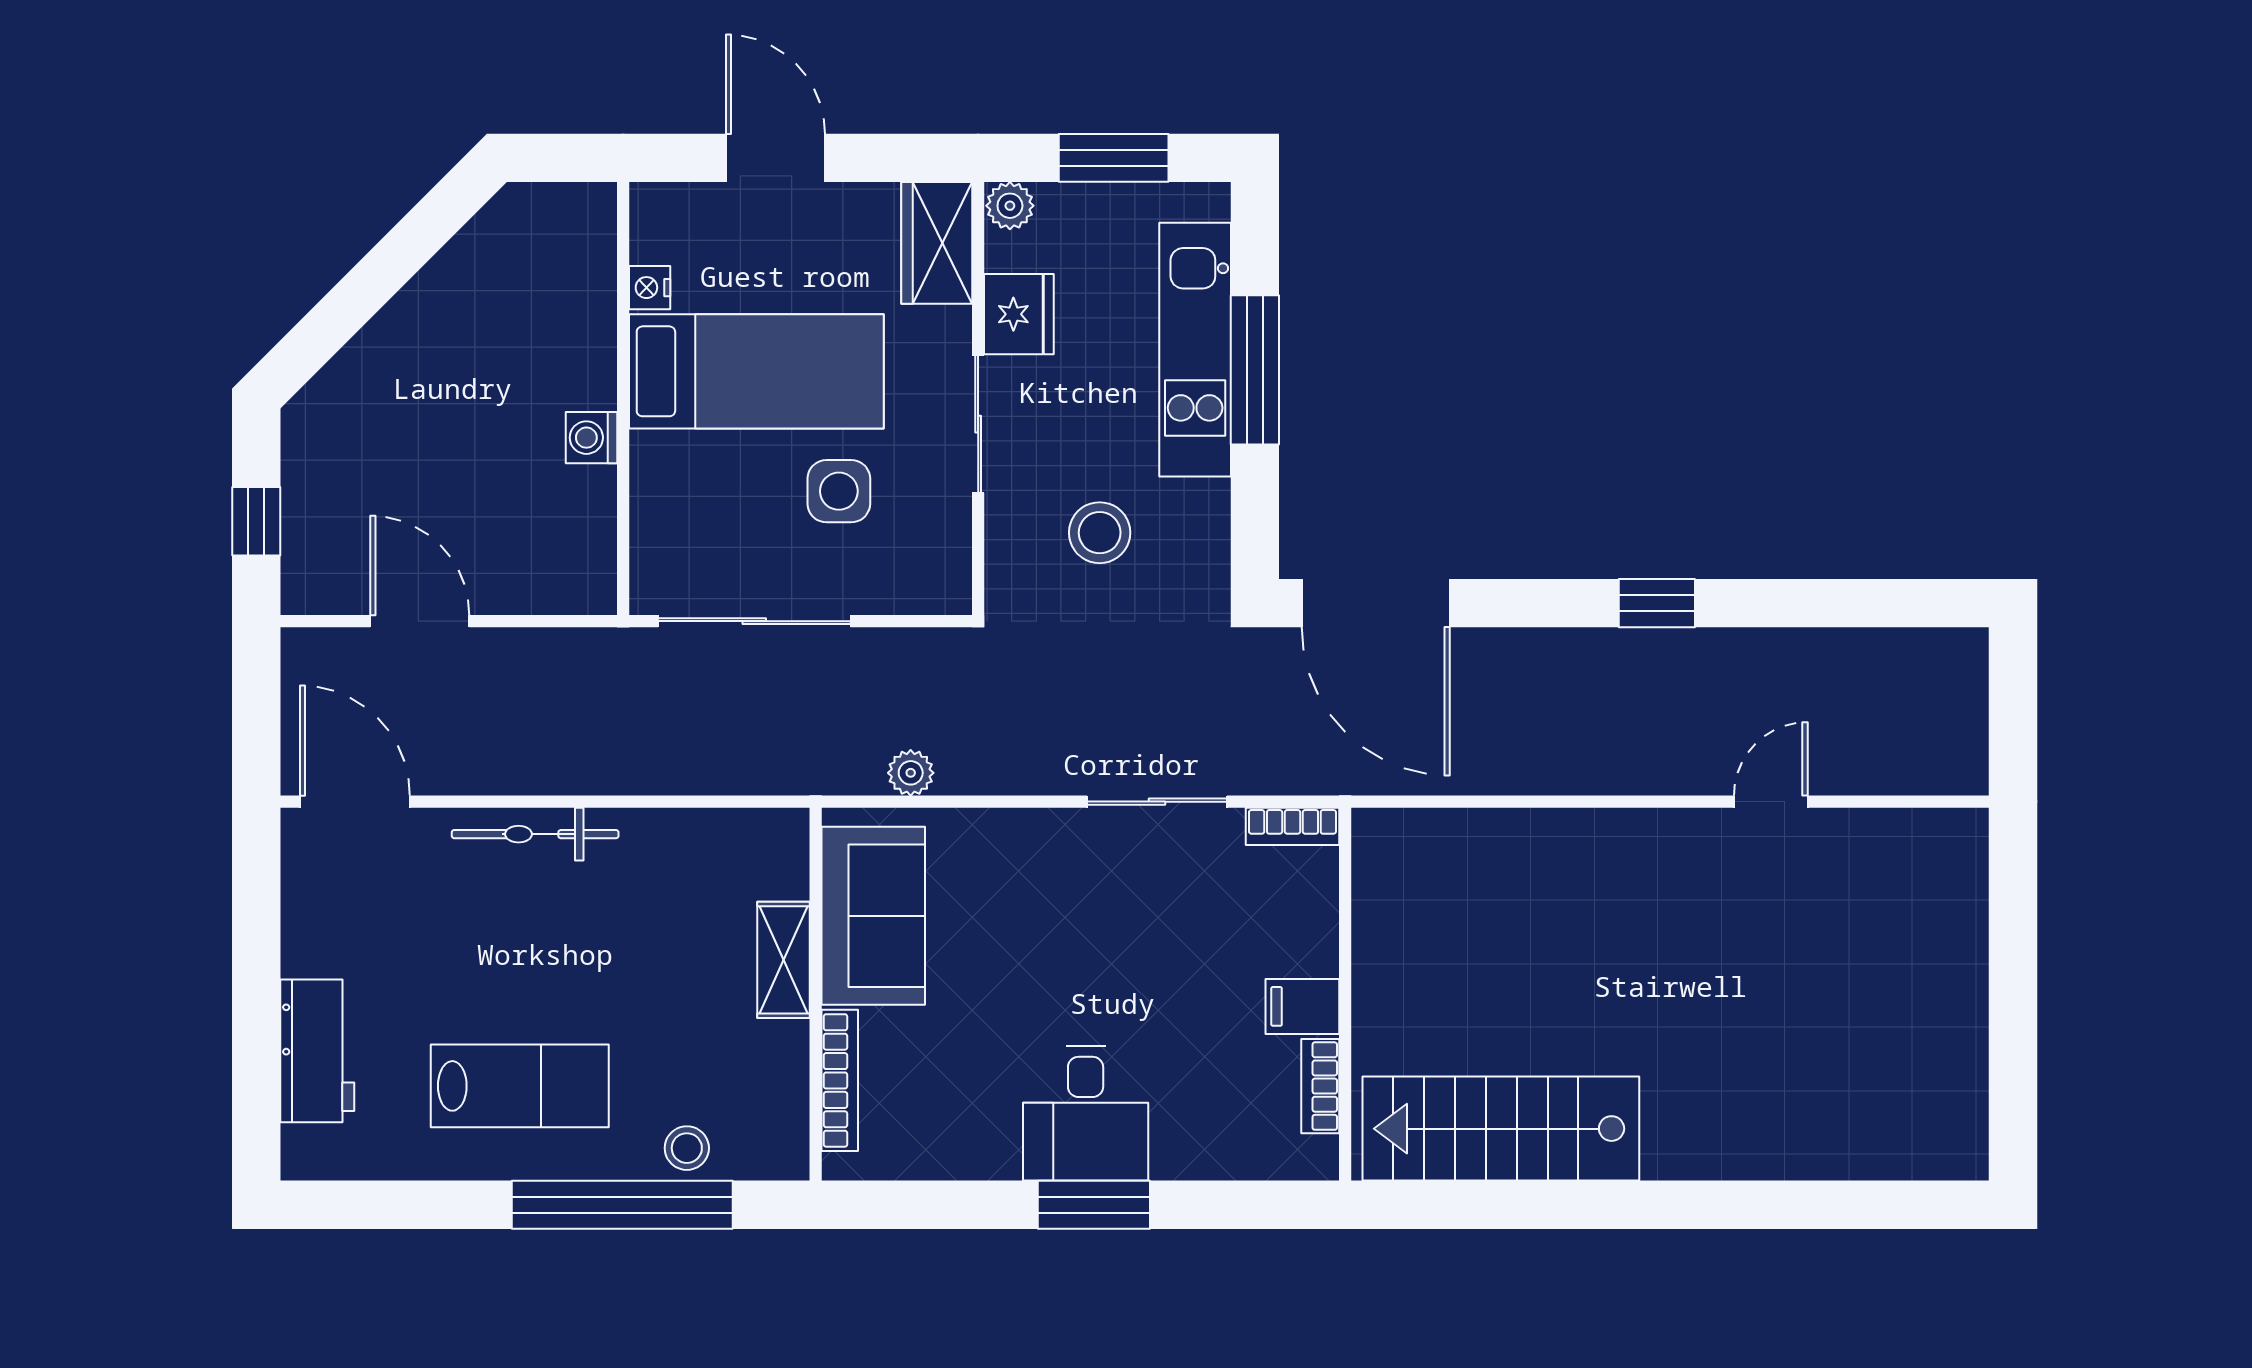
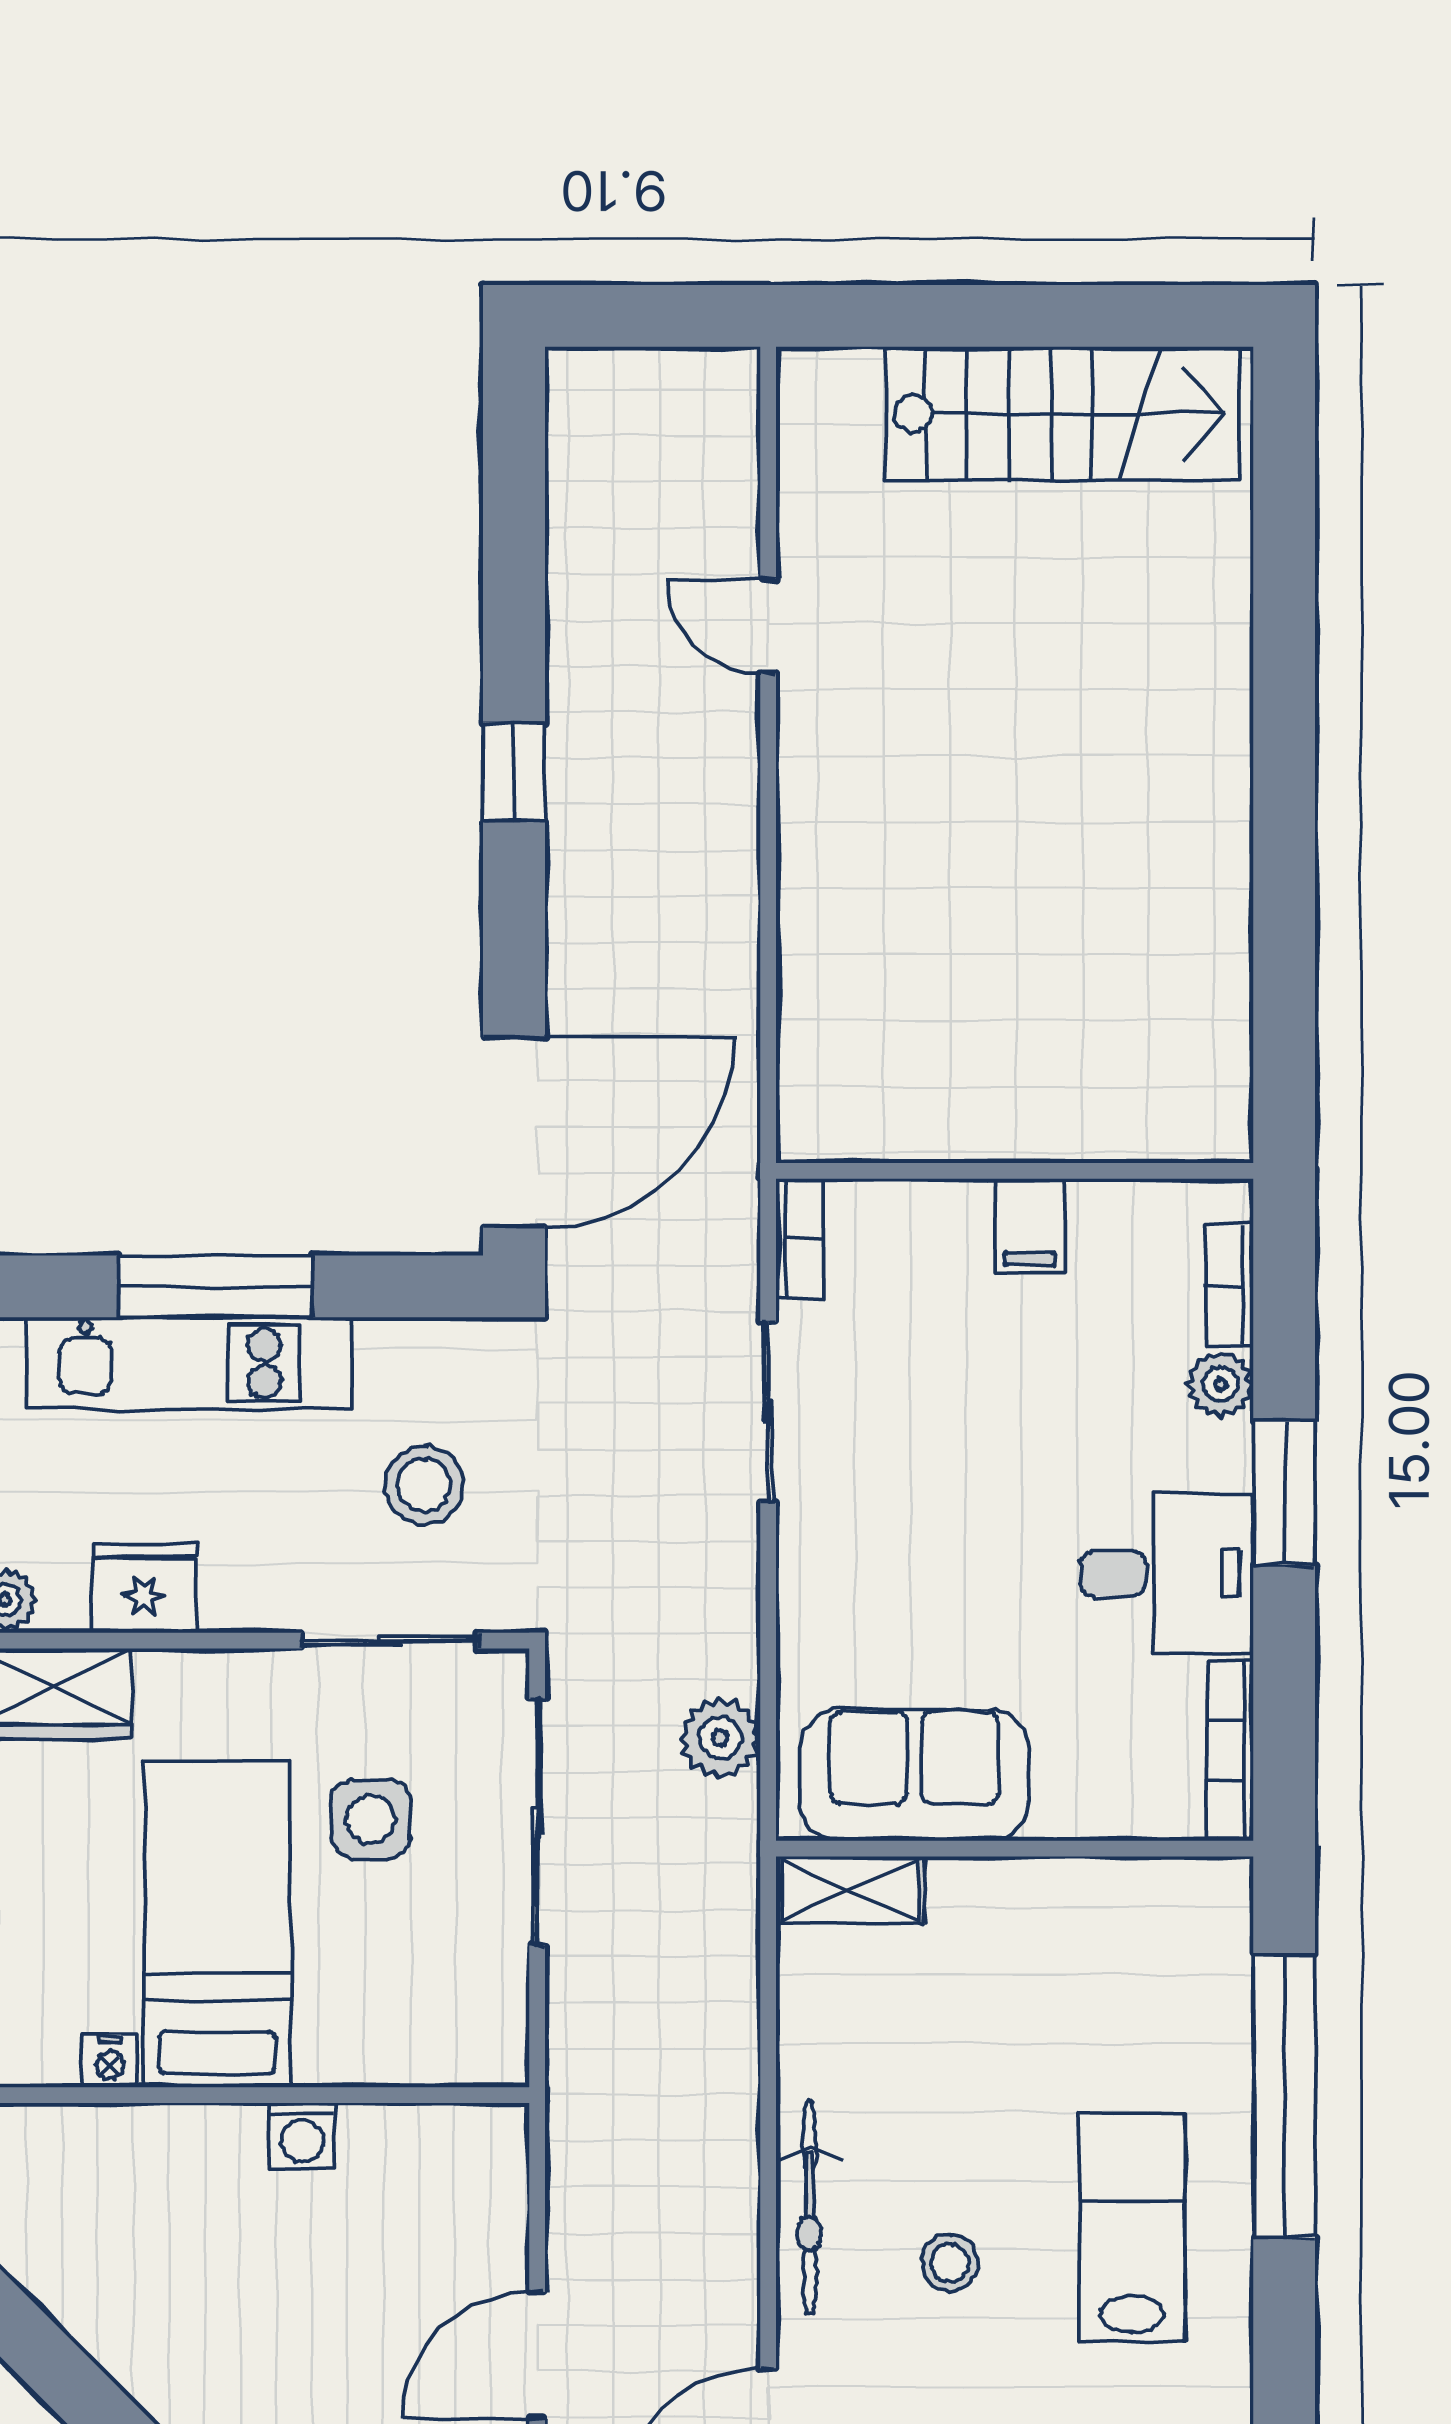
sliding door: (978, 424) -> (390, 1641), moved
sliding door: (754, 621) -> (537, 1822), moved
plant: (911, 773) -> (720, 1738), width x1.38, depth x1.38
shelving: (783, 960) -> (850, 1890), moved
bookcase: (840, 1080) -> (1230, 1750), moved, turned -90
bookcase: (1320, 1086) -> (1229, 1285), moved, turned 90
desk: (1086, 1113) -> (1167, 1574), moved
stairs: (1501, 1129) -> (1062, 413), moved, turned -90
stool: (687, 1148) -> (950, 2263), moved
plant: (1179, 1155) -> (1220, 1384), added

